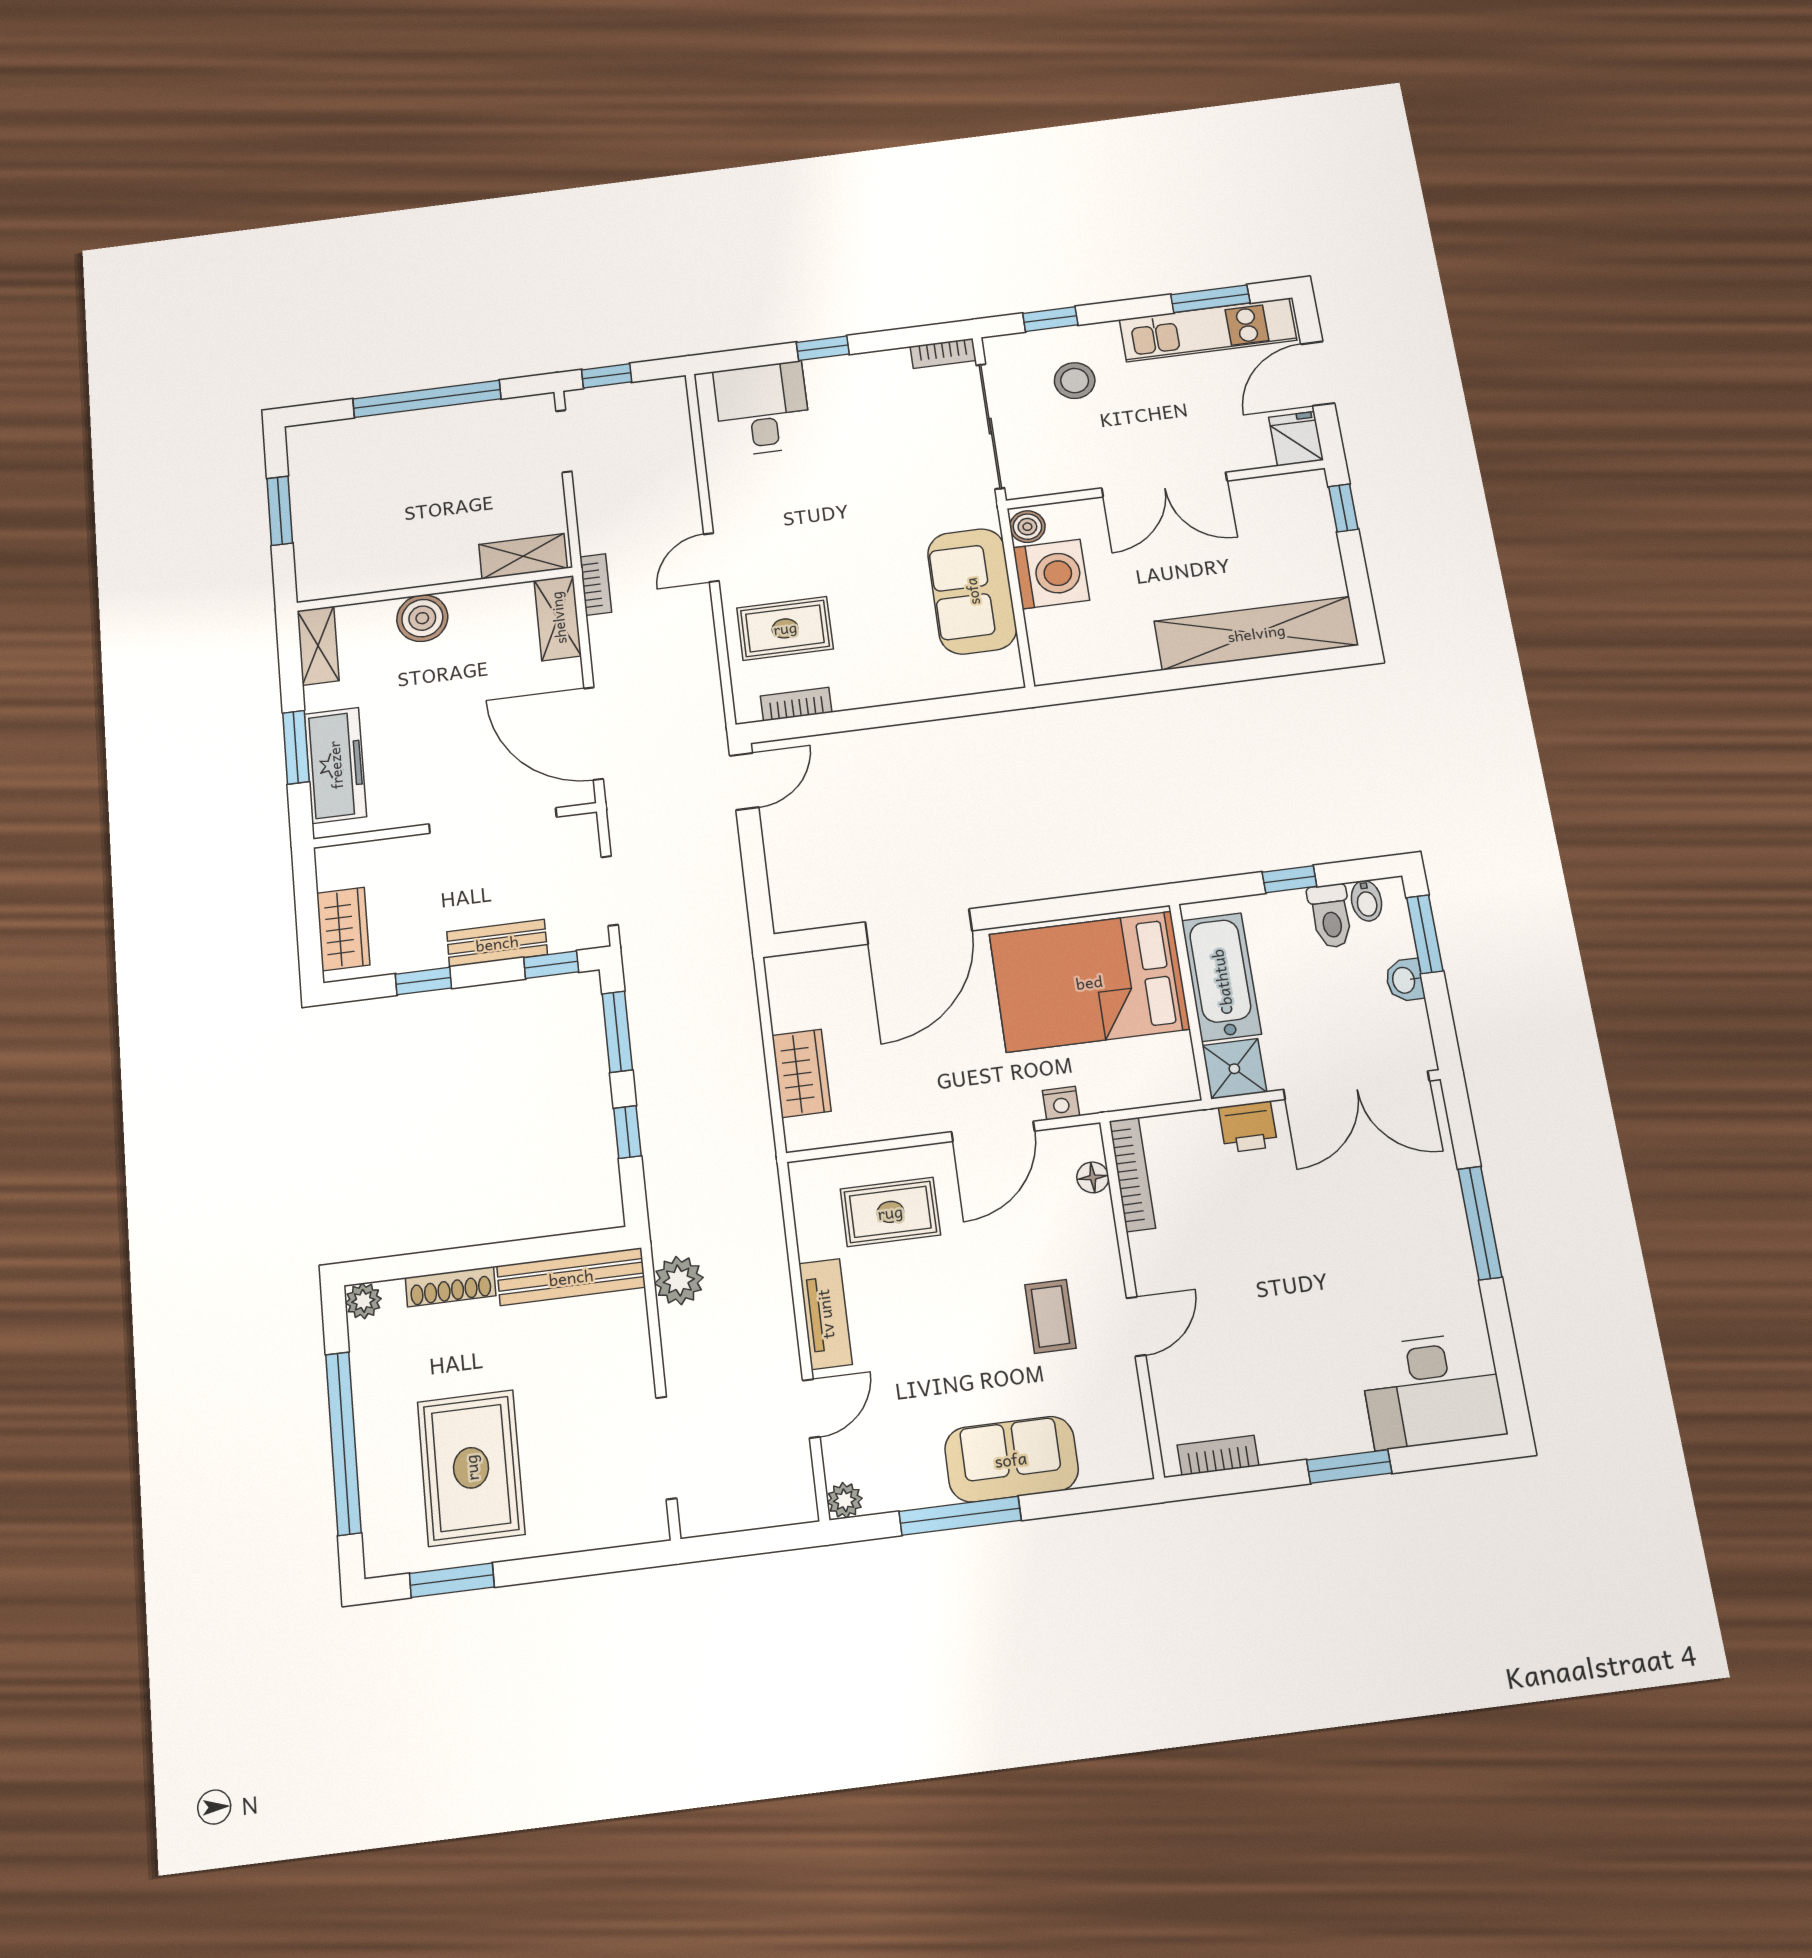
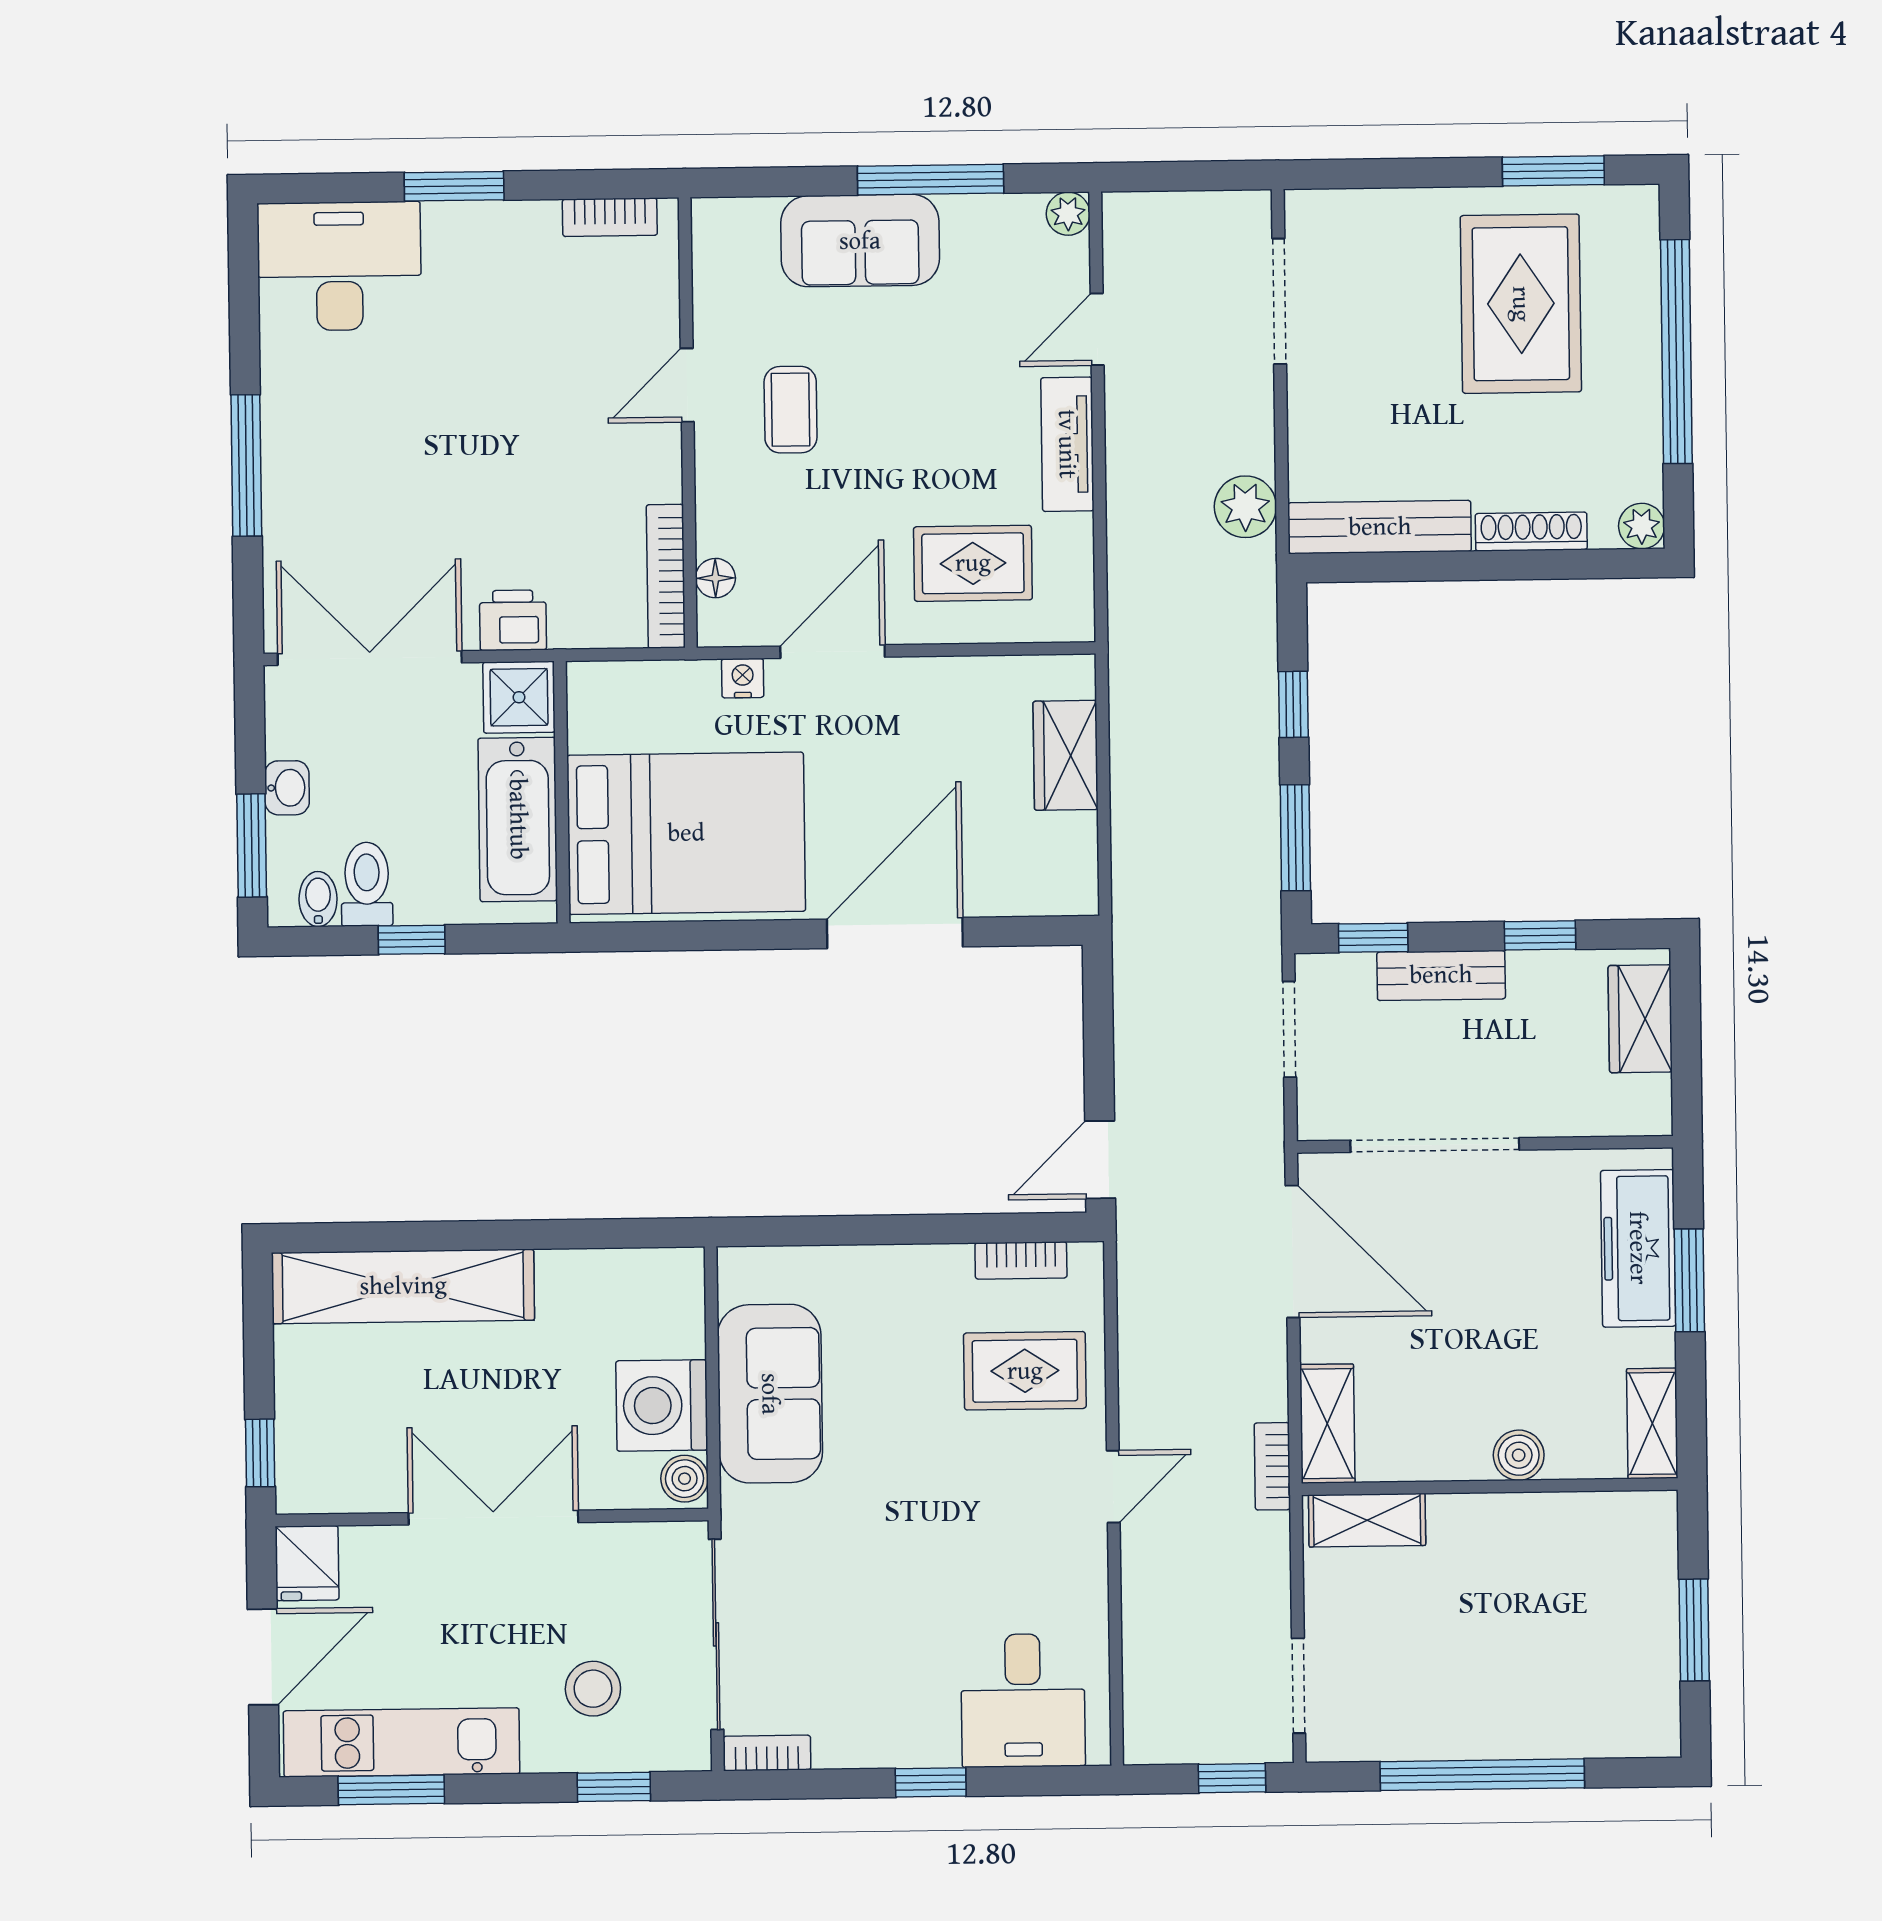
boiler: (422, 618) -> (1519, 1455), width x0.73, depth x0.73

